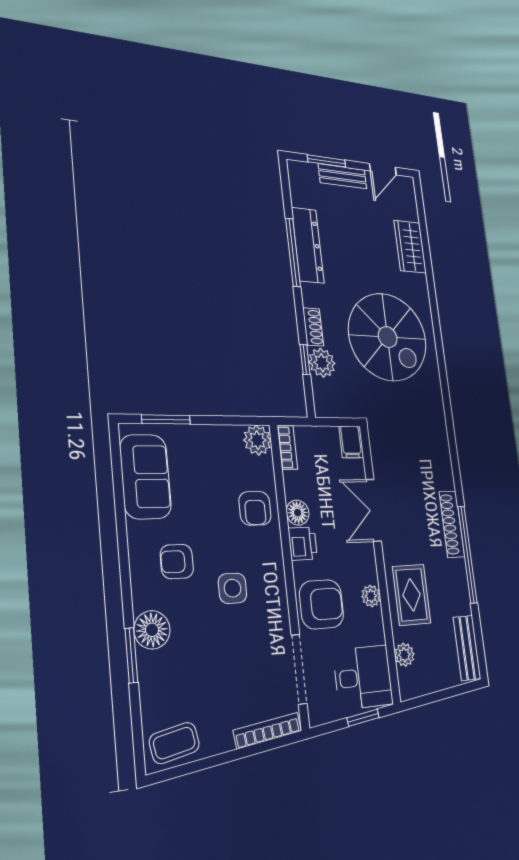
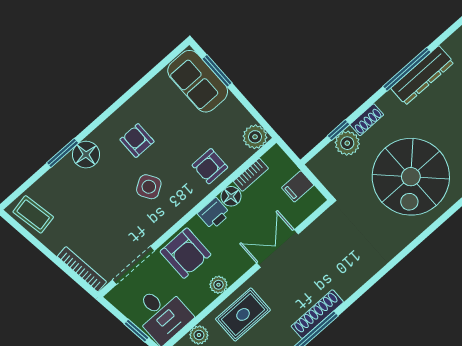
filing cabinet: (351, 442) -> (298, 186), moved
bookcase: (287, 447) -> (251, 175), moved
sofa: (145, 477) -> (198, 81), moved, turned 90
side table: (232, 588) -> (149, 187), turned -32

